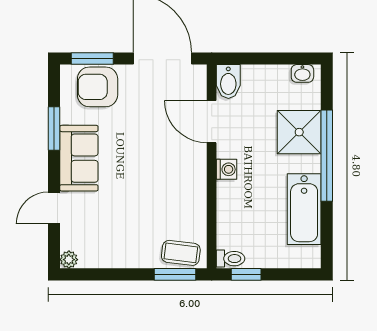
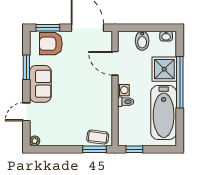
bidet: (228, 82) -> (142, 41), moved
bathtub: (304, 209) -> (164, 112), width x1.36, depth x1.36
toilet: (231, 259) -> (126, 102), moved

